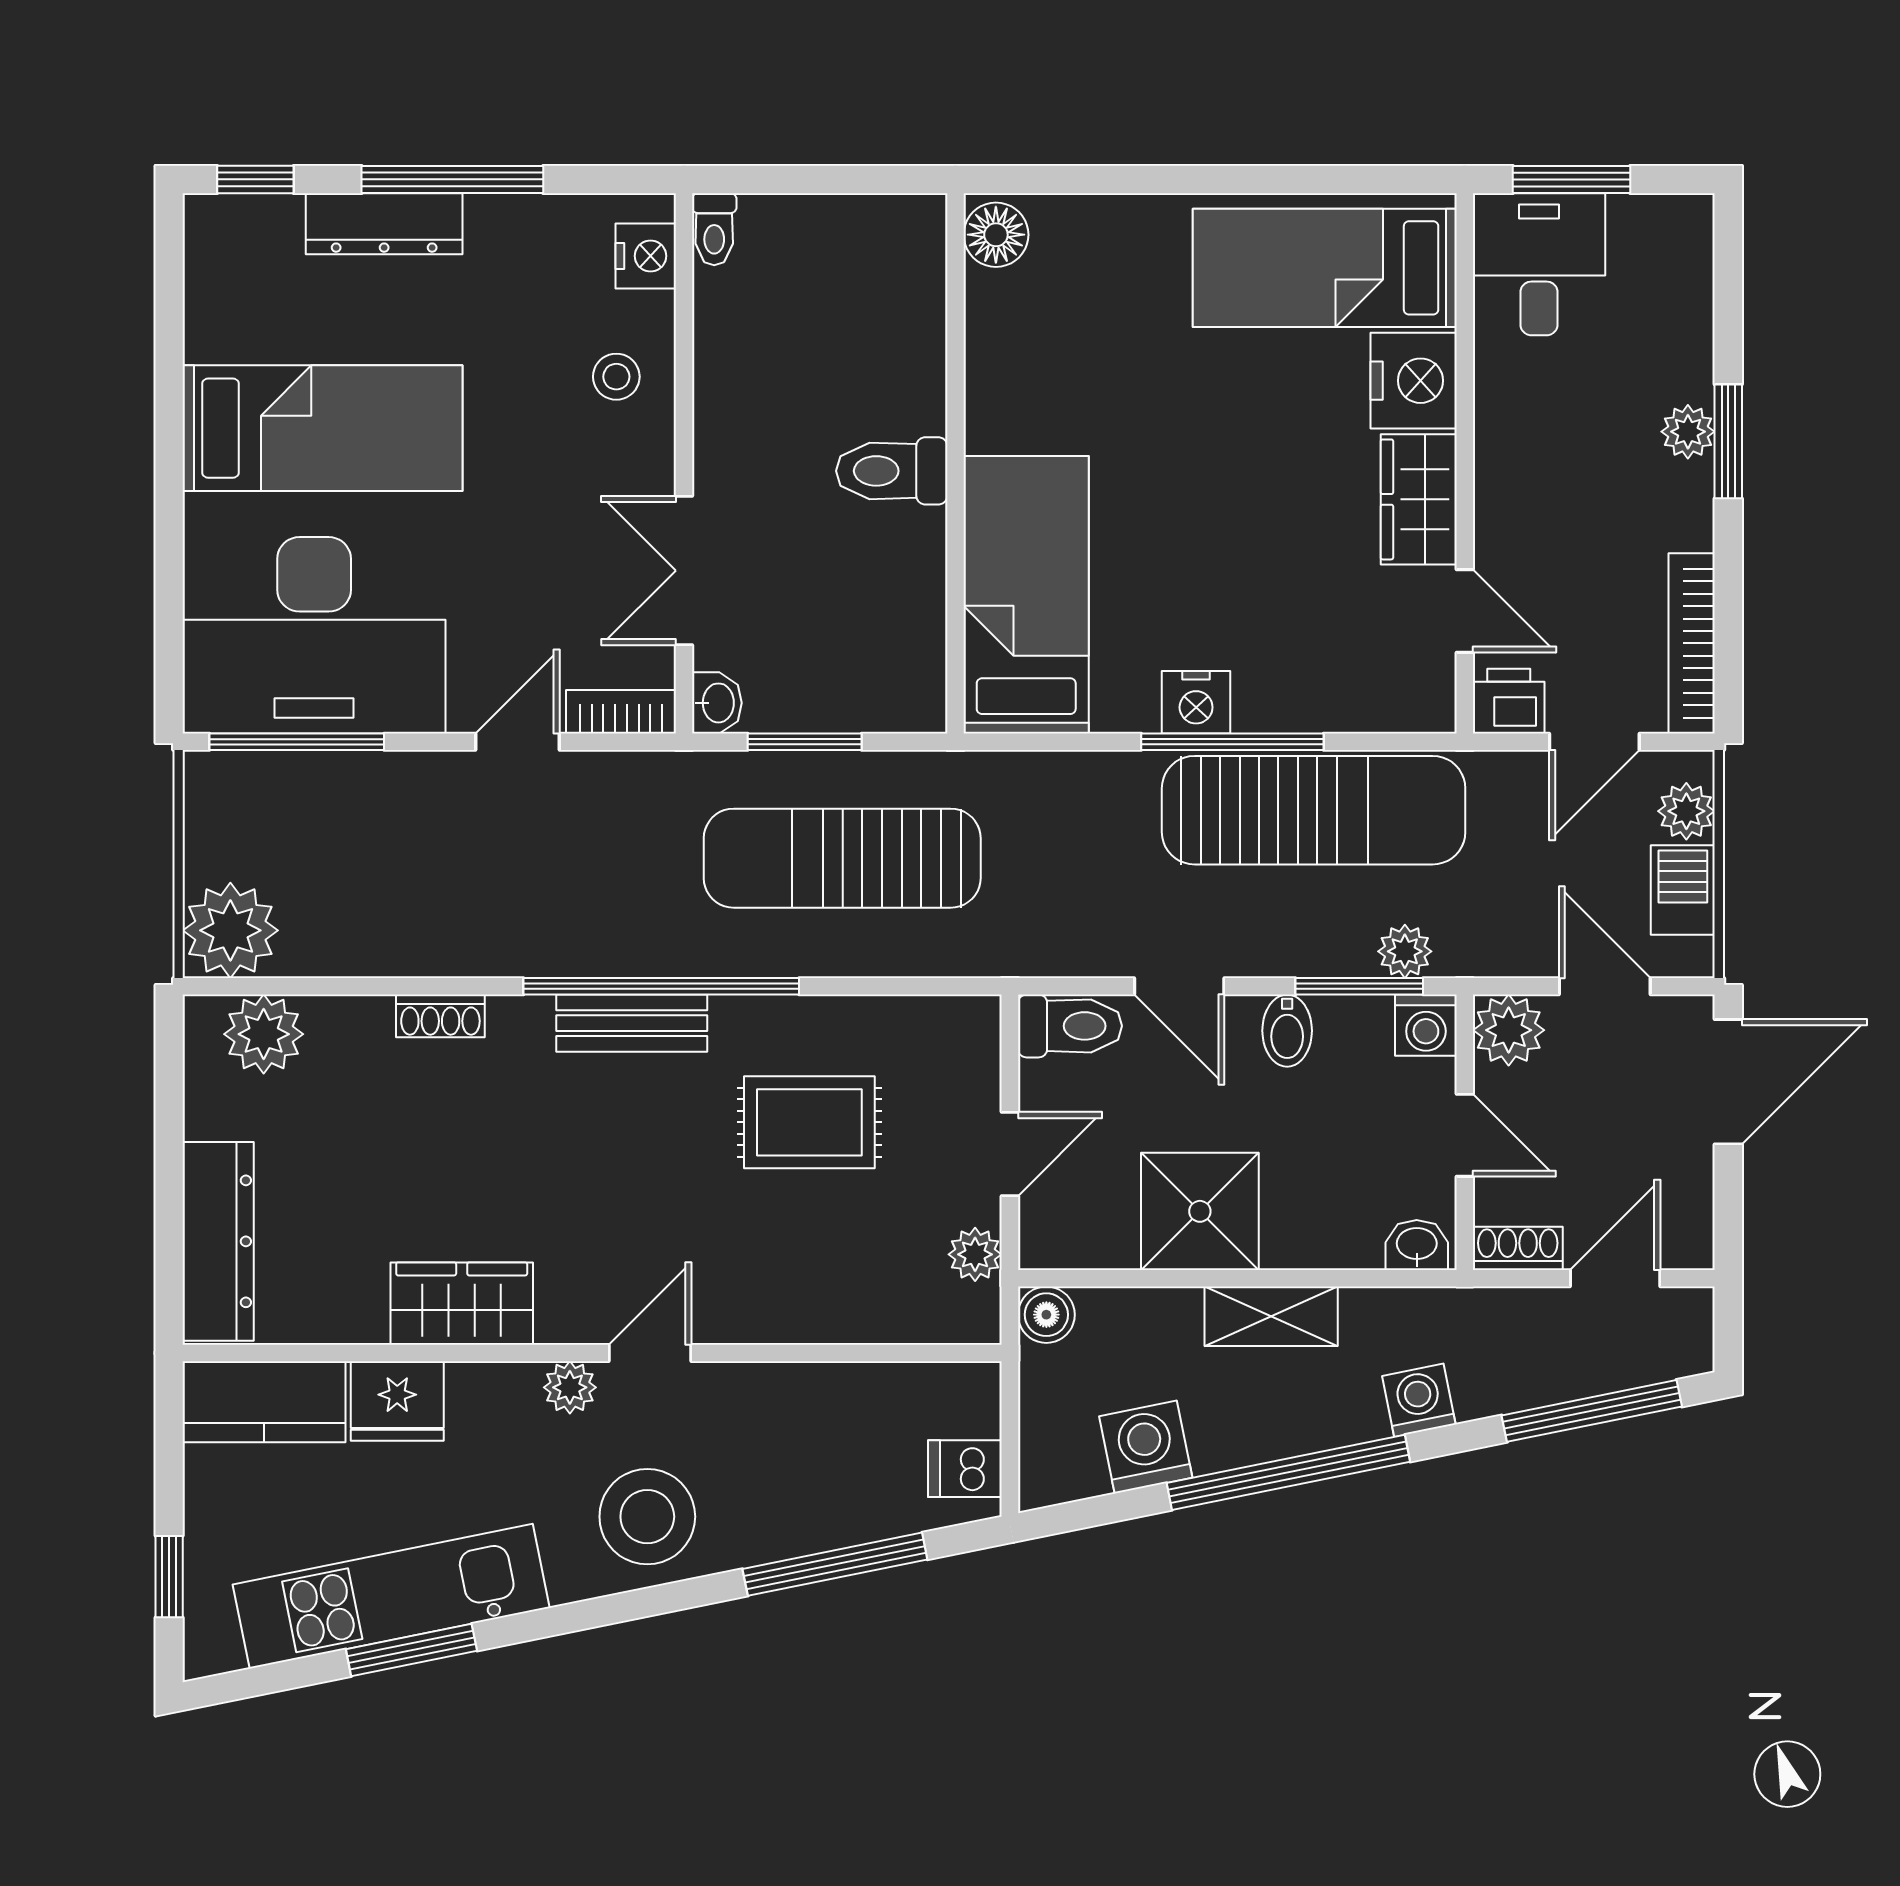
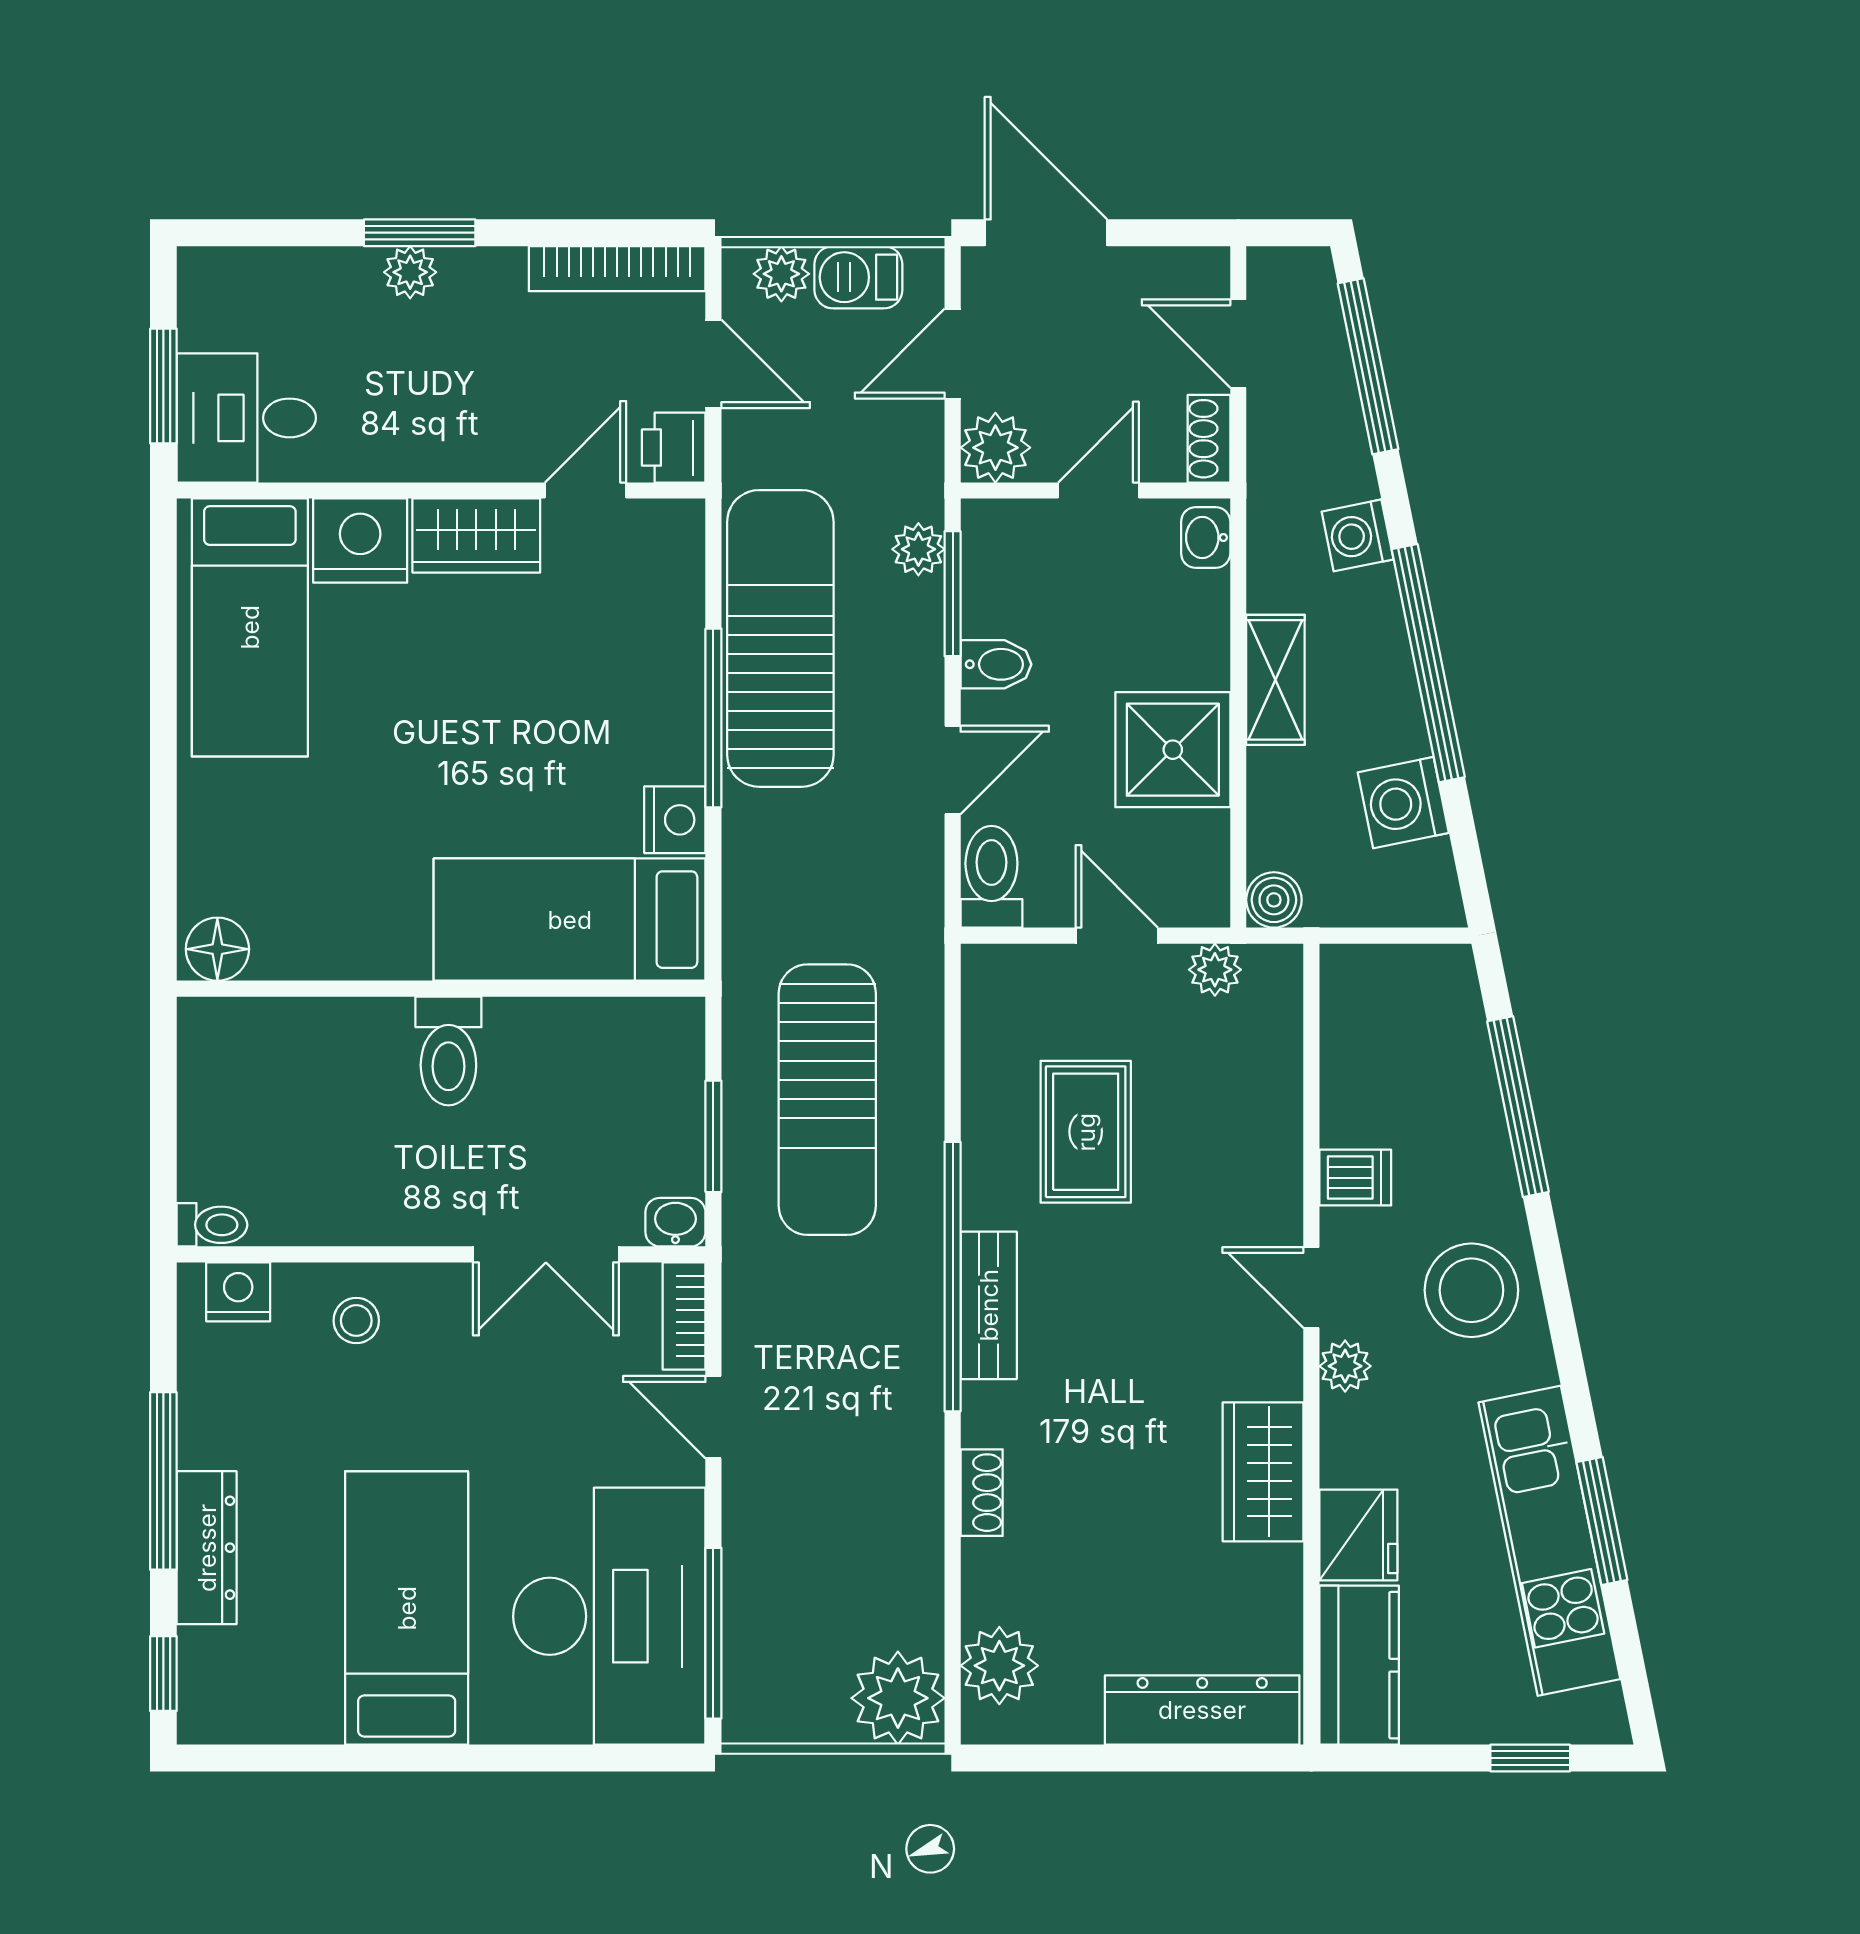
nightstand: (1196, 702) -> (675, 820), moved
washing machine: (1426, 1025) -> (991, 529), removed
dishwasher: (965, 1469) -> (1355, 1178), moved, turned -90

